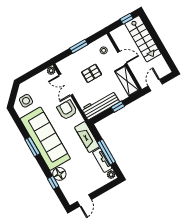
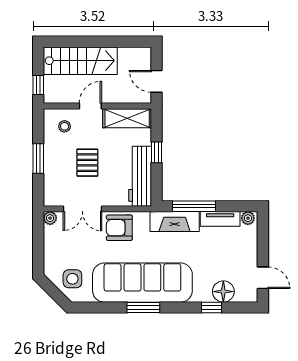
window: (127, 19) -> (38, 85), moved
window: (106, 152) -> (194, 206), moved
floor lamp: (59, 174) -> (223, 292), moved

